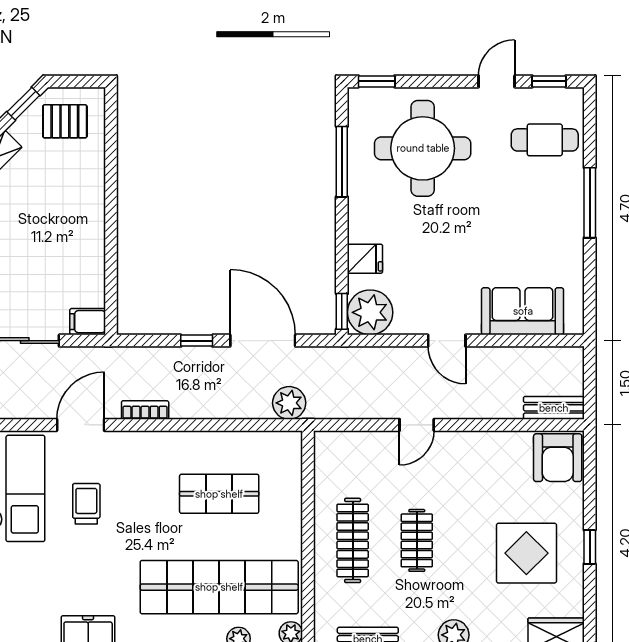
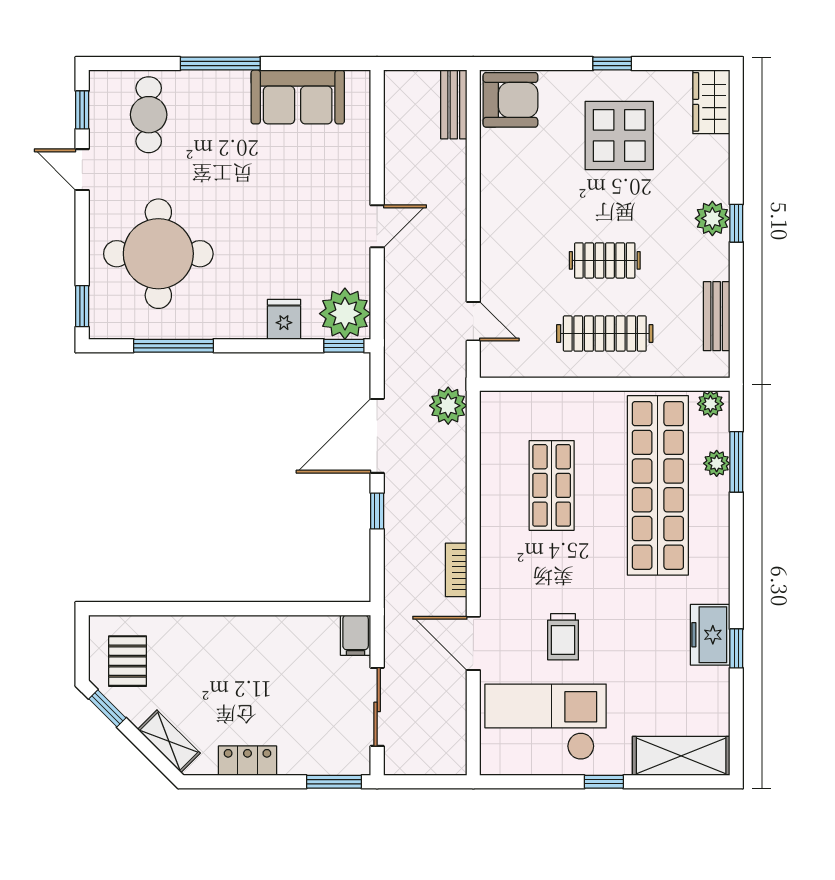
sofa: (523, 311) -> (298, 97), moved, turned -90
door: (417, 425) -> (473, 321), moved
trolley: (86, 504) -> (563, 637), turned -90

